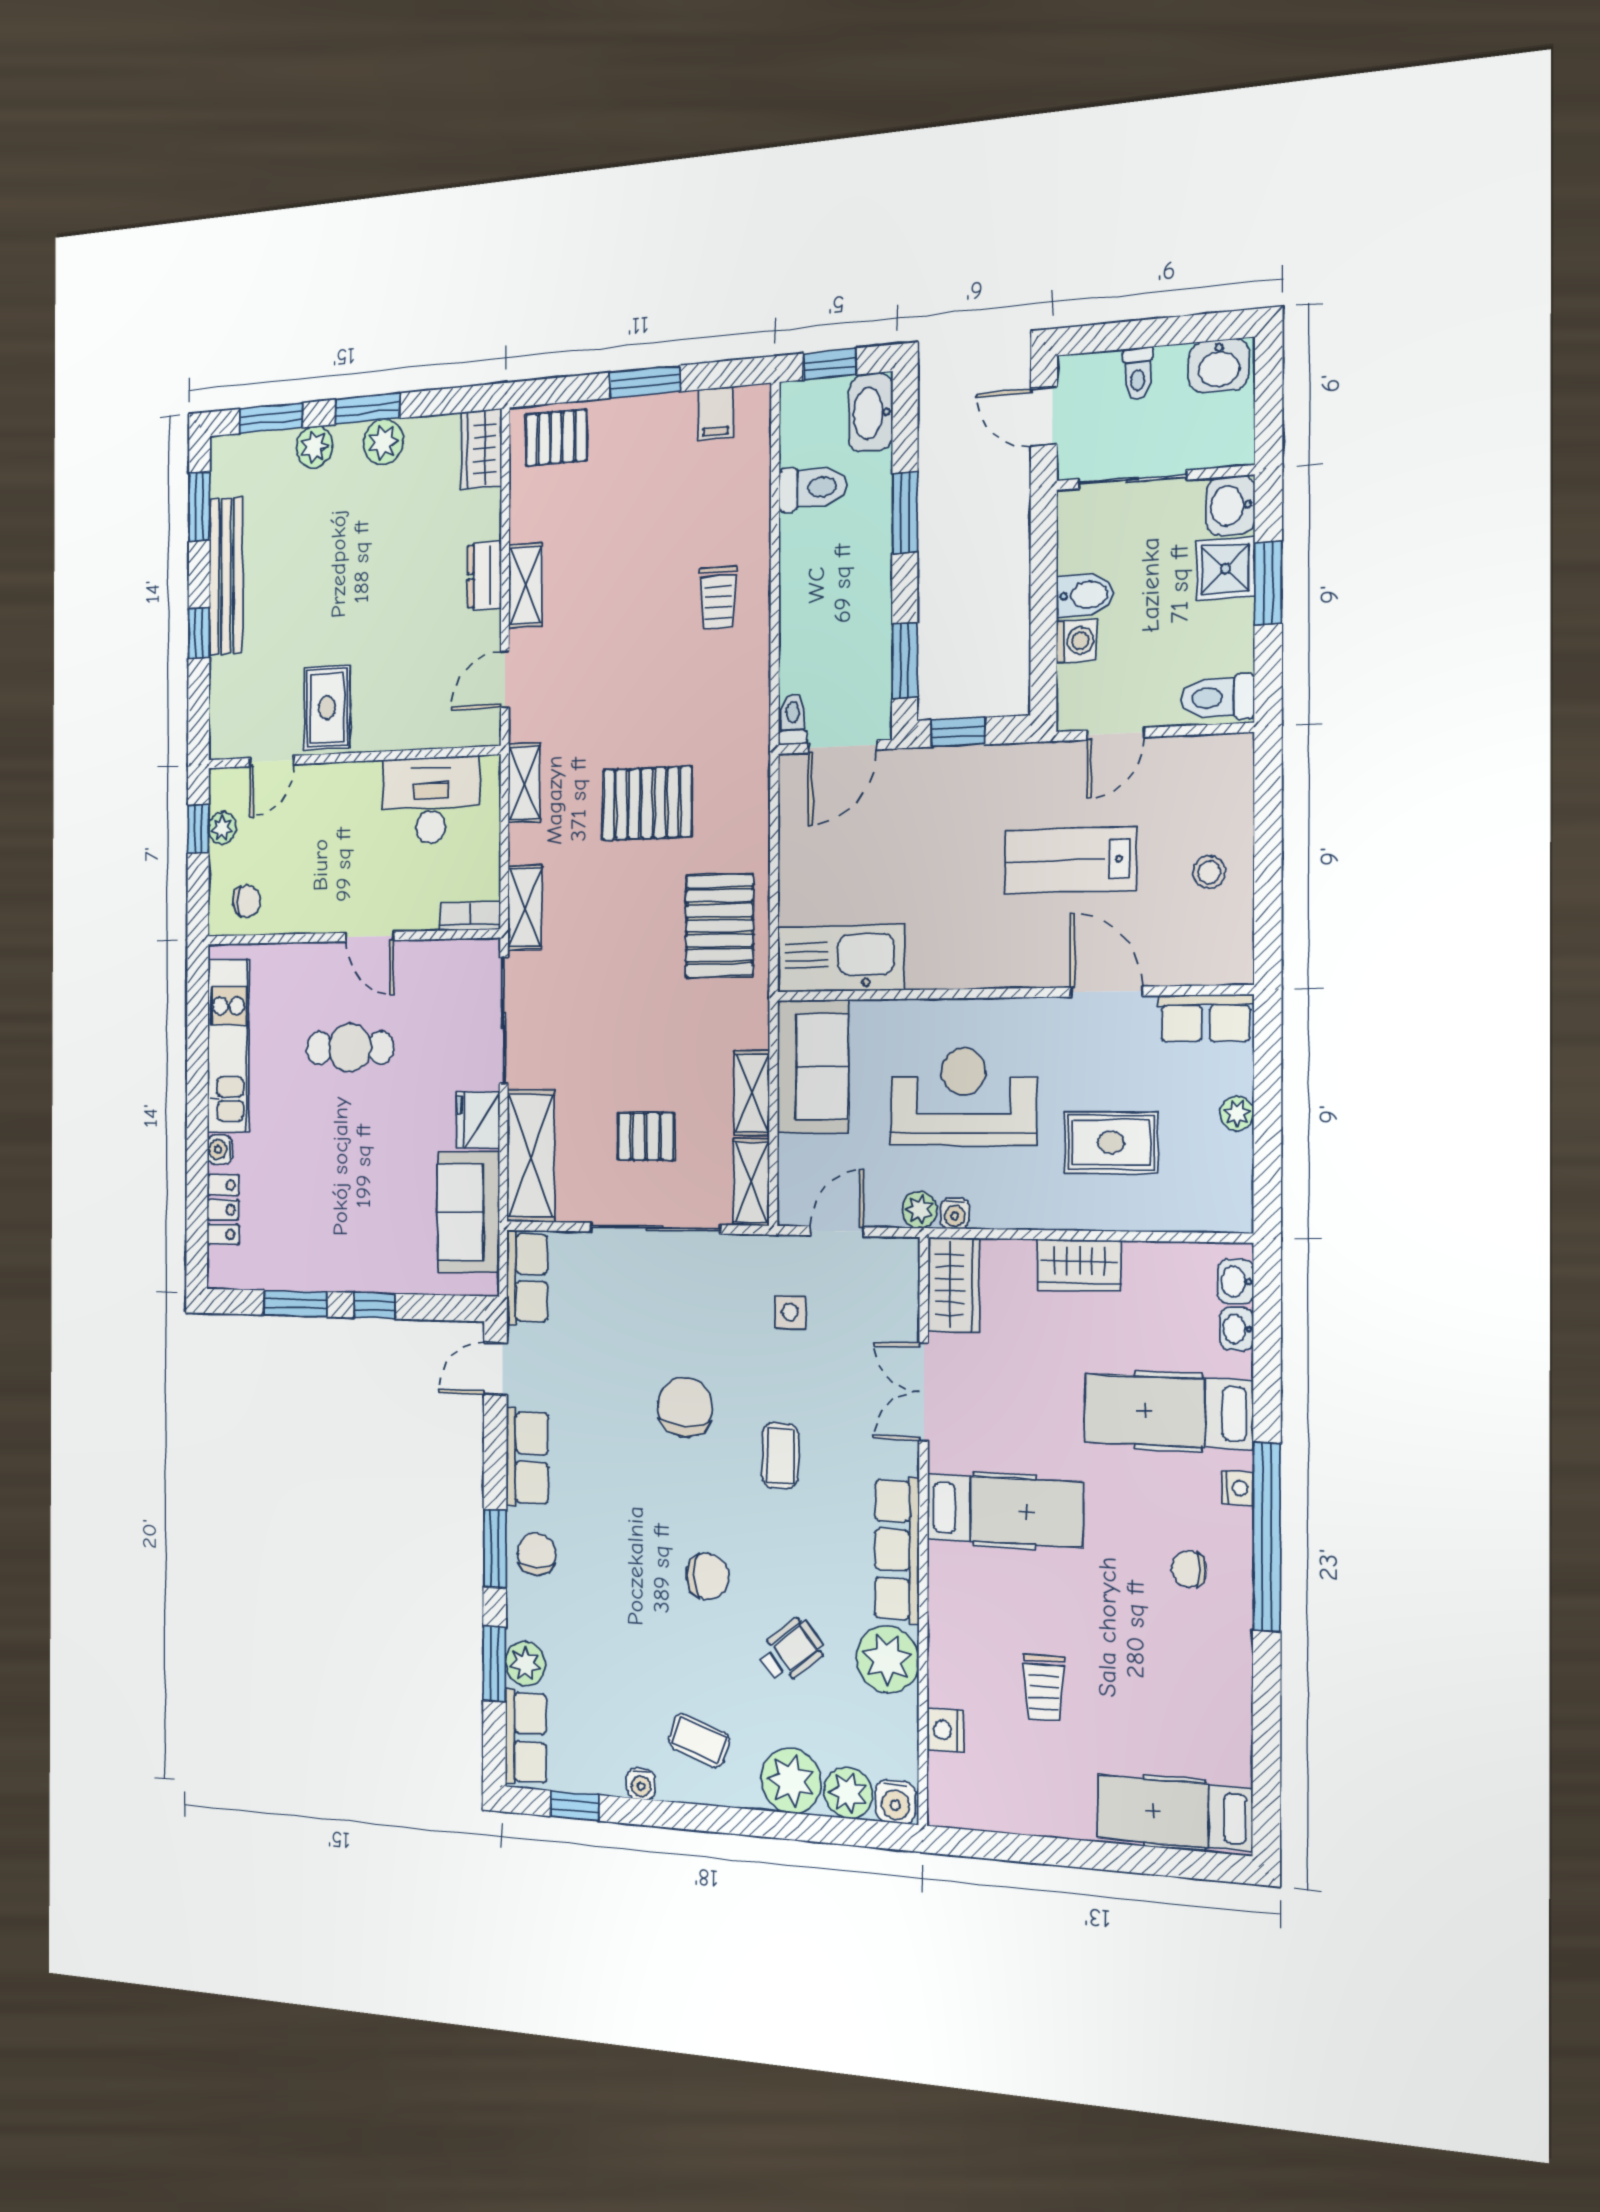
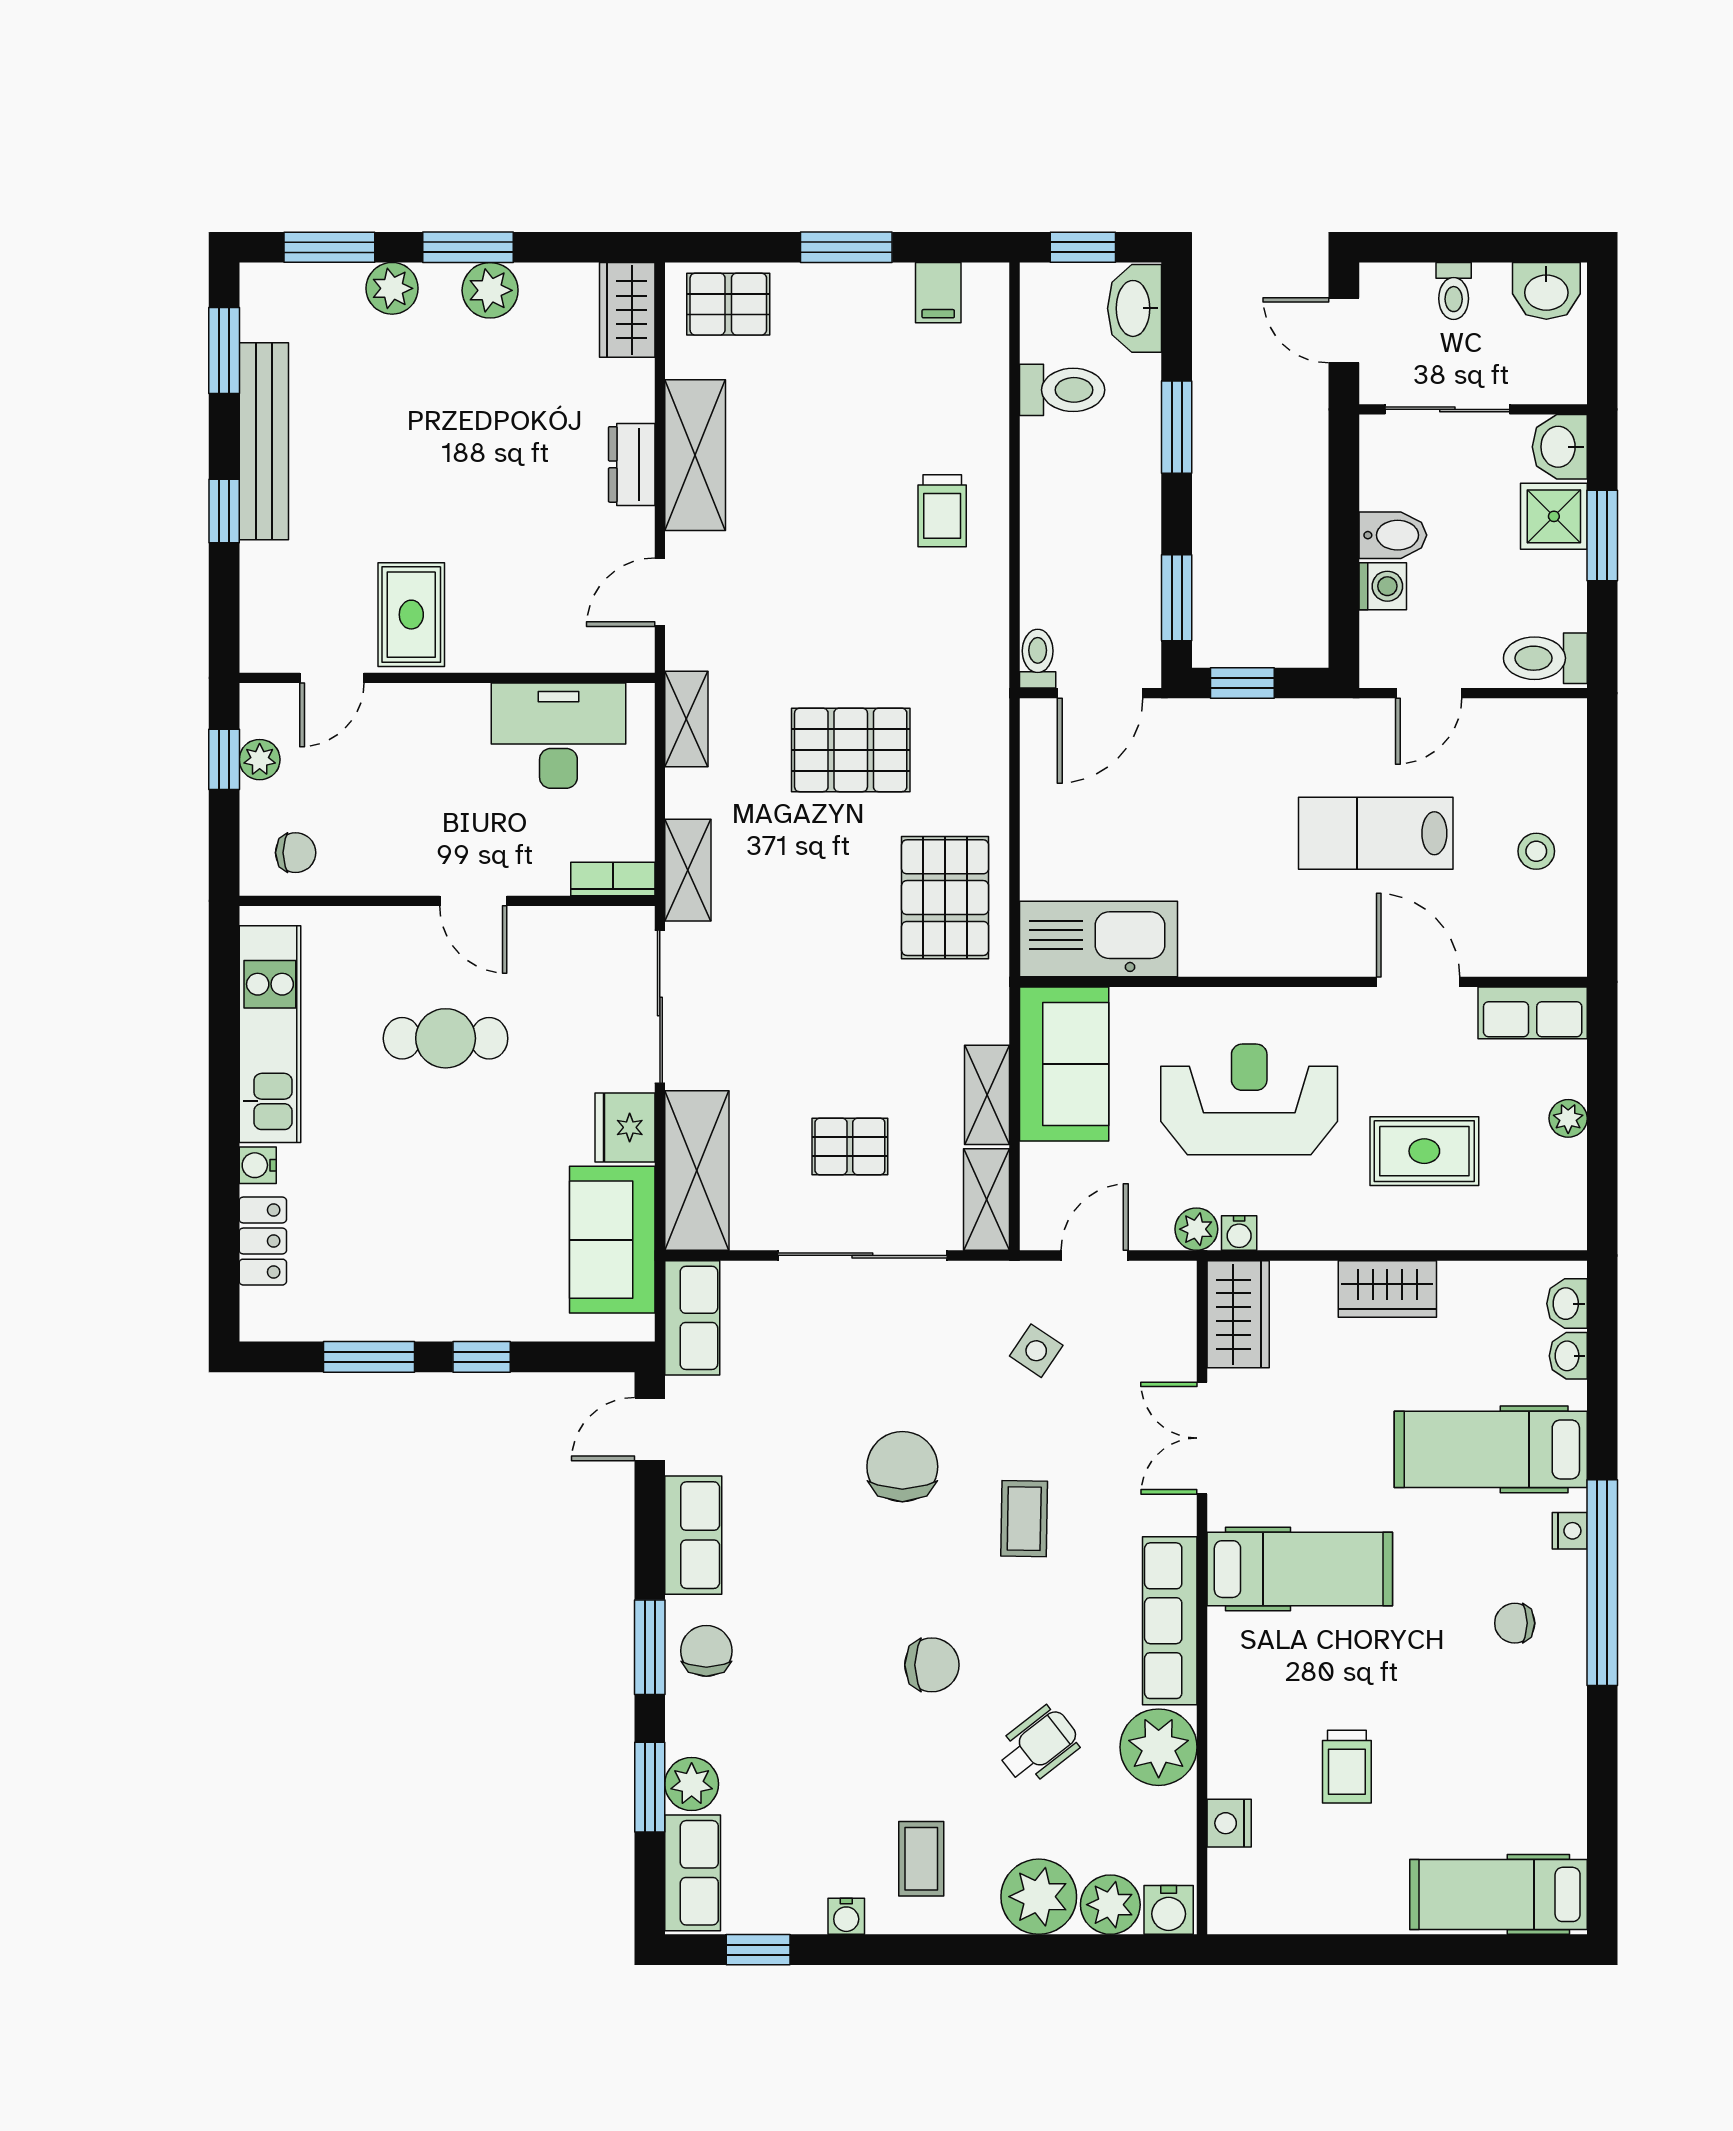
shelving: (526, 586) -> (695, 455), width x1.50, depth x1.33
side table: (790, 1312) -> (1036, 1351), turned 34
coffee table: (699, 1740) -> (921, 1859), turned 71

